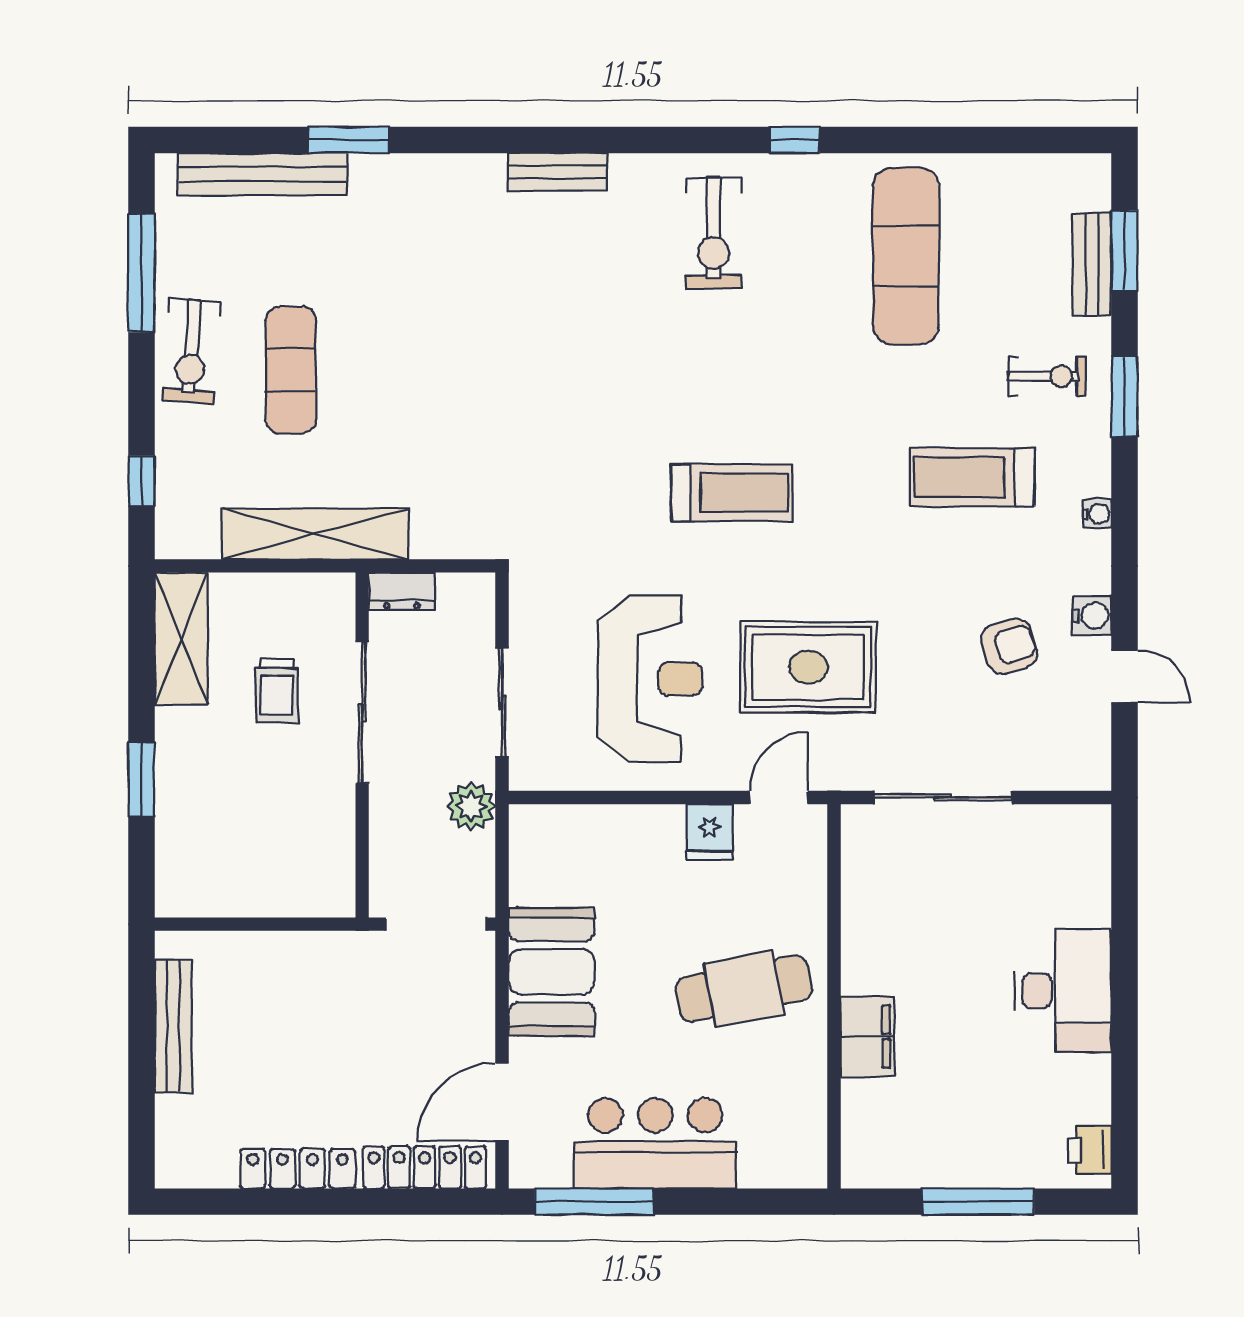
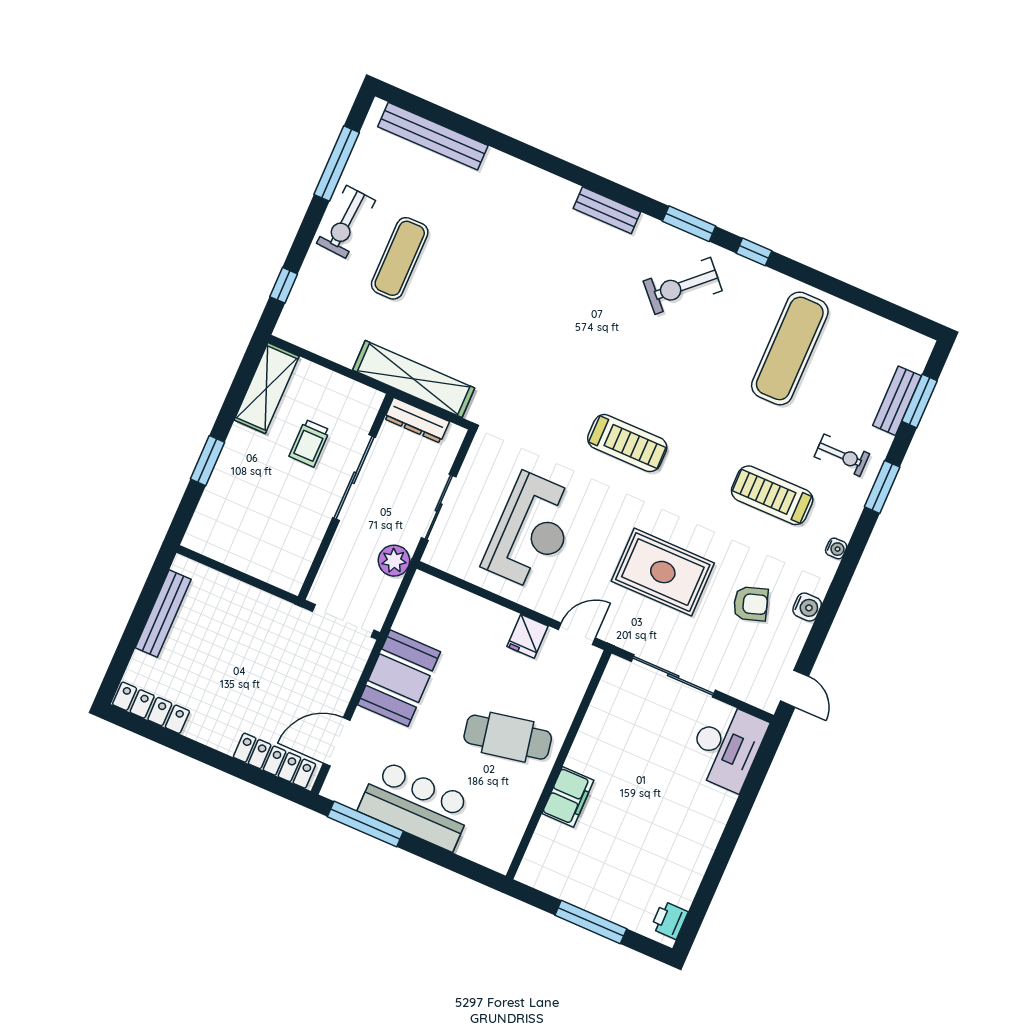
window: (349, 140) -> (689, 224), moved
exercise bike: (714, 233) -> (683, 286), turned 47
shelving: (315, 534) -> (414, 379), moved
dresser: (402, 591) -> (417, 420), width x1.44
rug: (808, 667) -> (663, 572), moved
door: (1125, 676) -> (794, 689), moved
desk: (1063, 991) -> (726, 746), moved
locker: (297, 1169) -> (151, 708), moved

